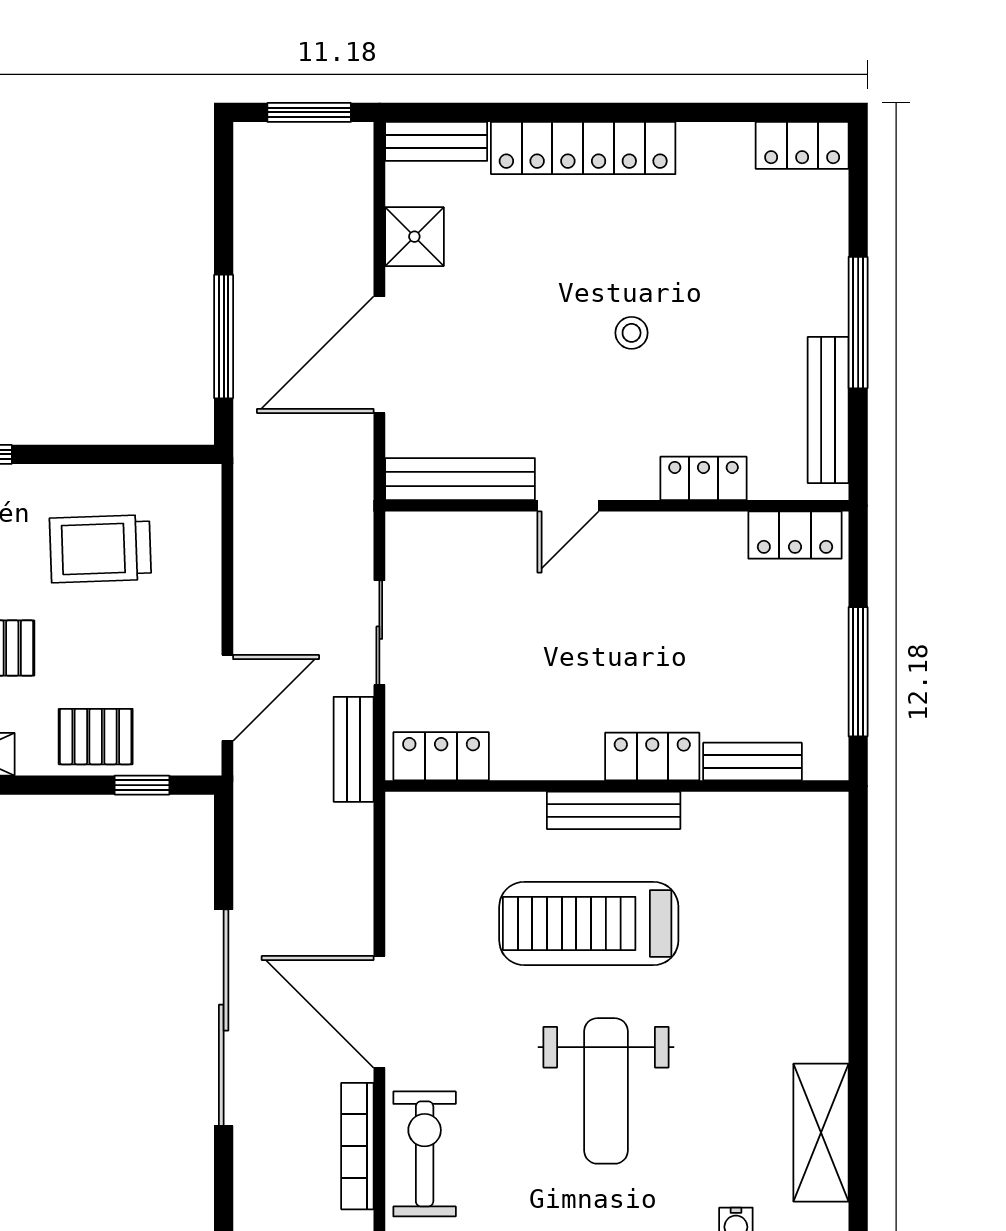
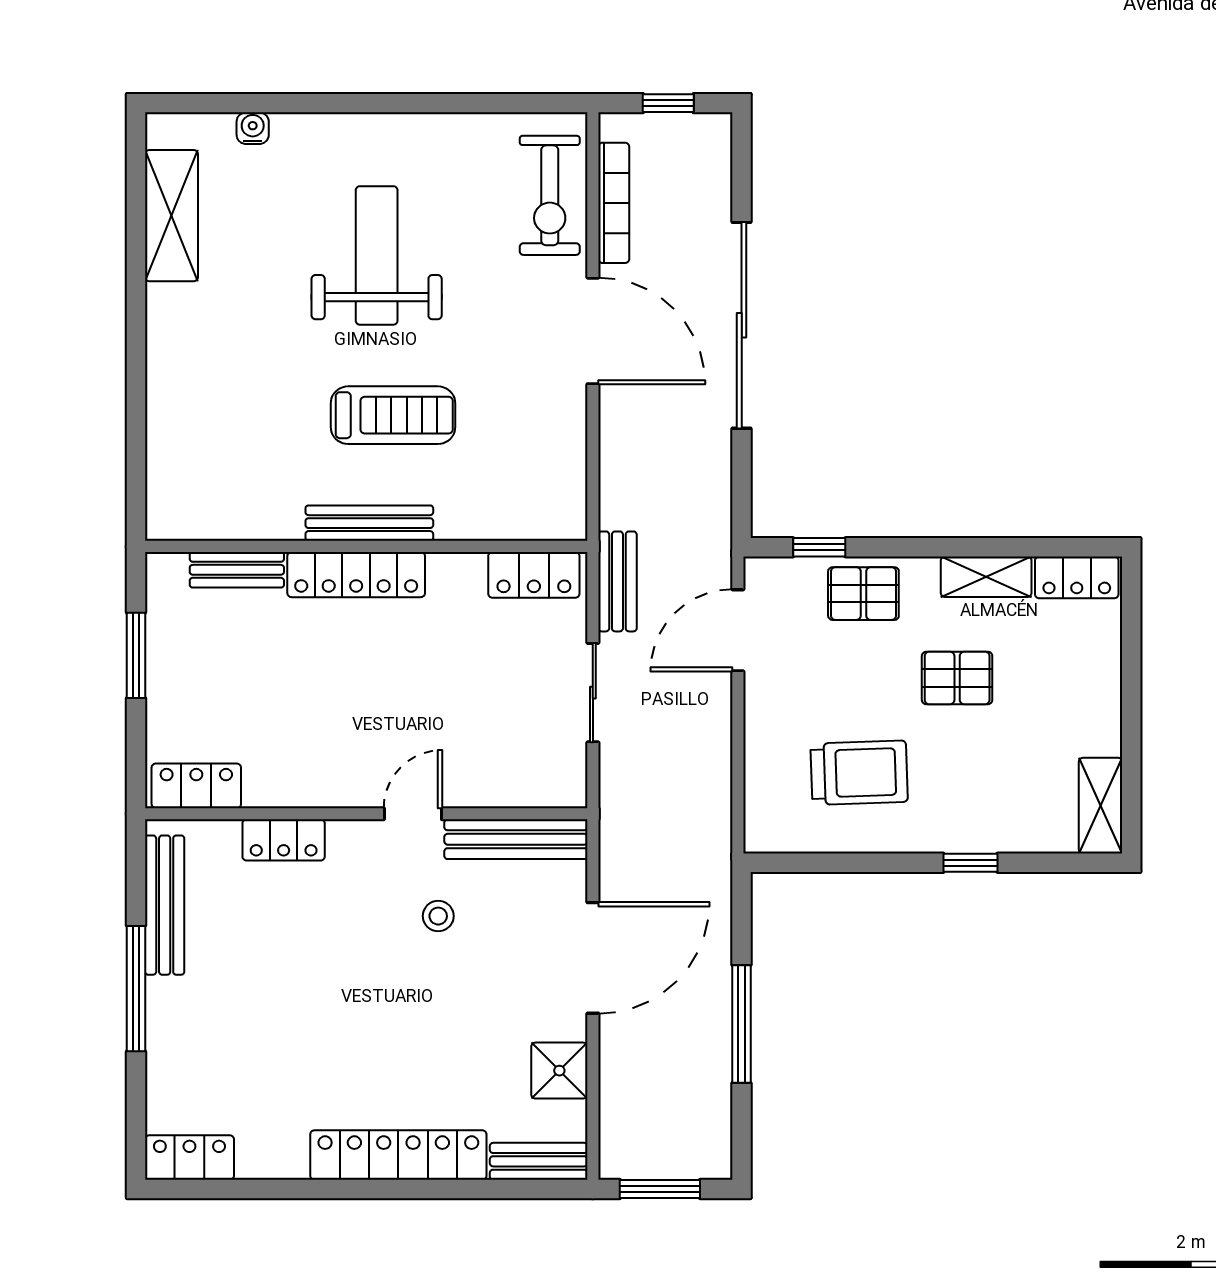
stool: (632, 333) -> (438, 916), moved
window: (224, 337) -> (742, 1024), moved
window: (858, 672) -> (136, 655), width x0.69
locker: (652, 756) -> (356, 575), width x1.53
treadmill: (589, 924) -> (393, 415), width x0.73, depth x0.73

